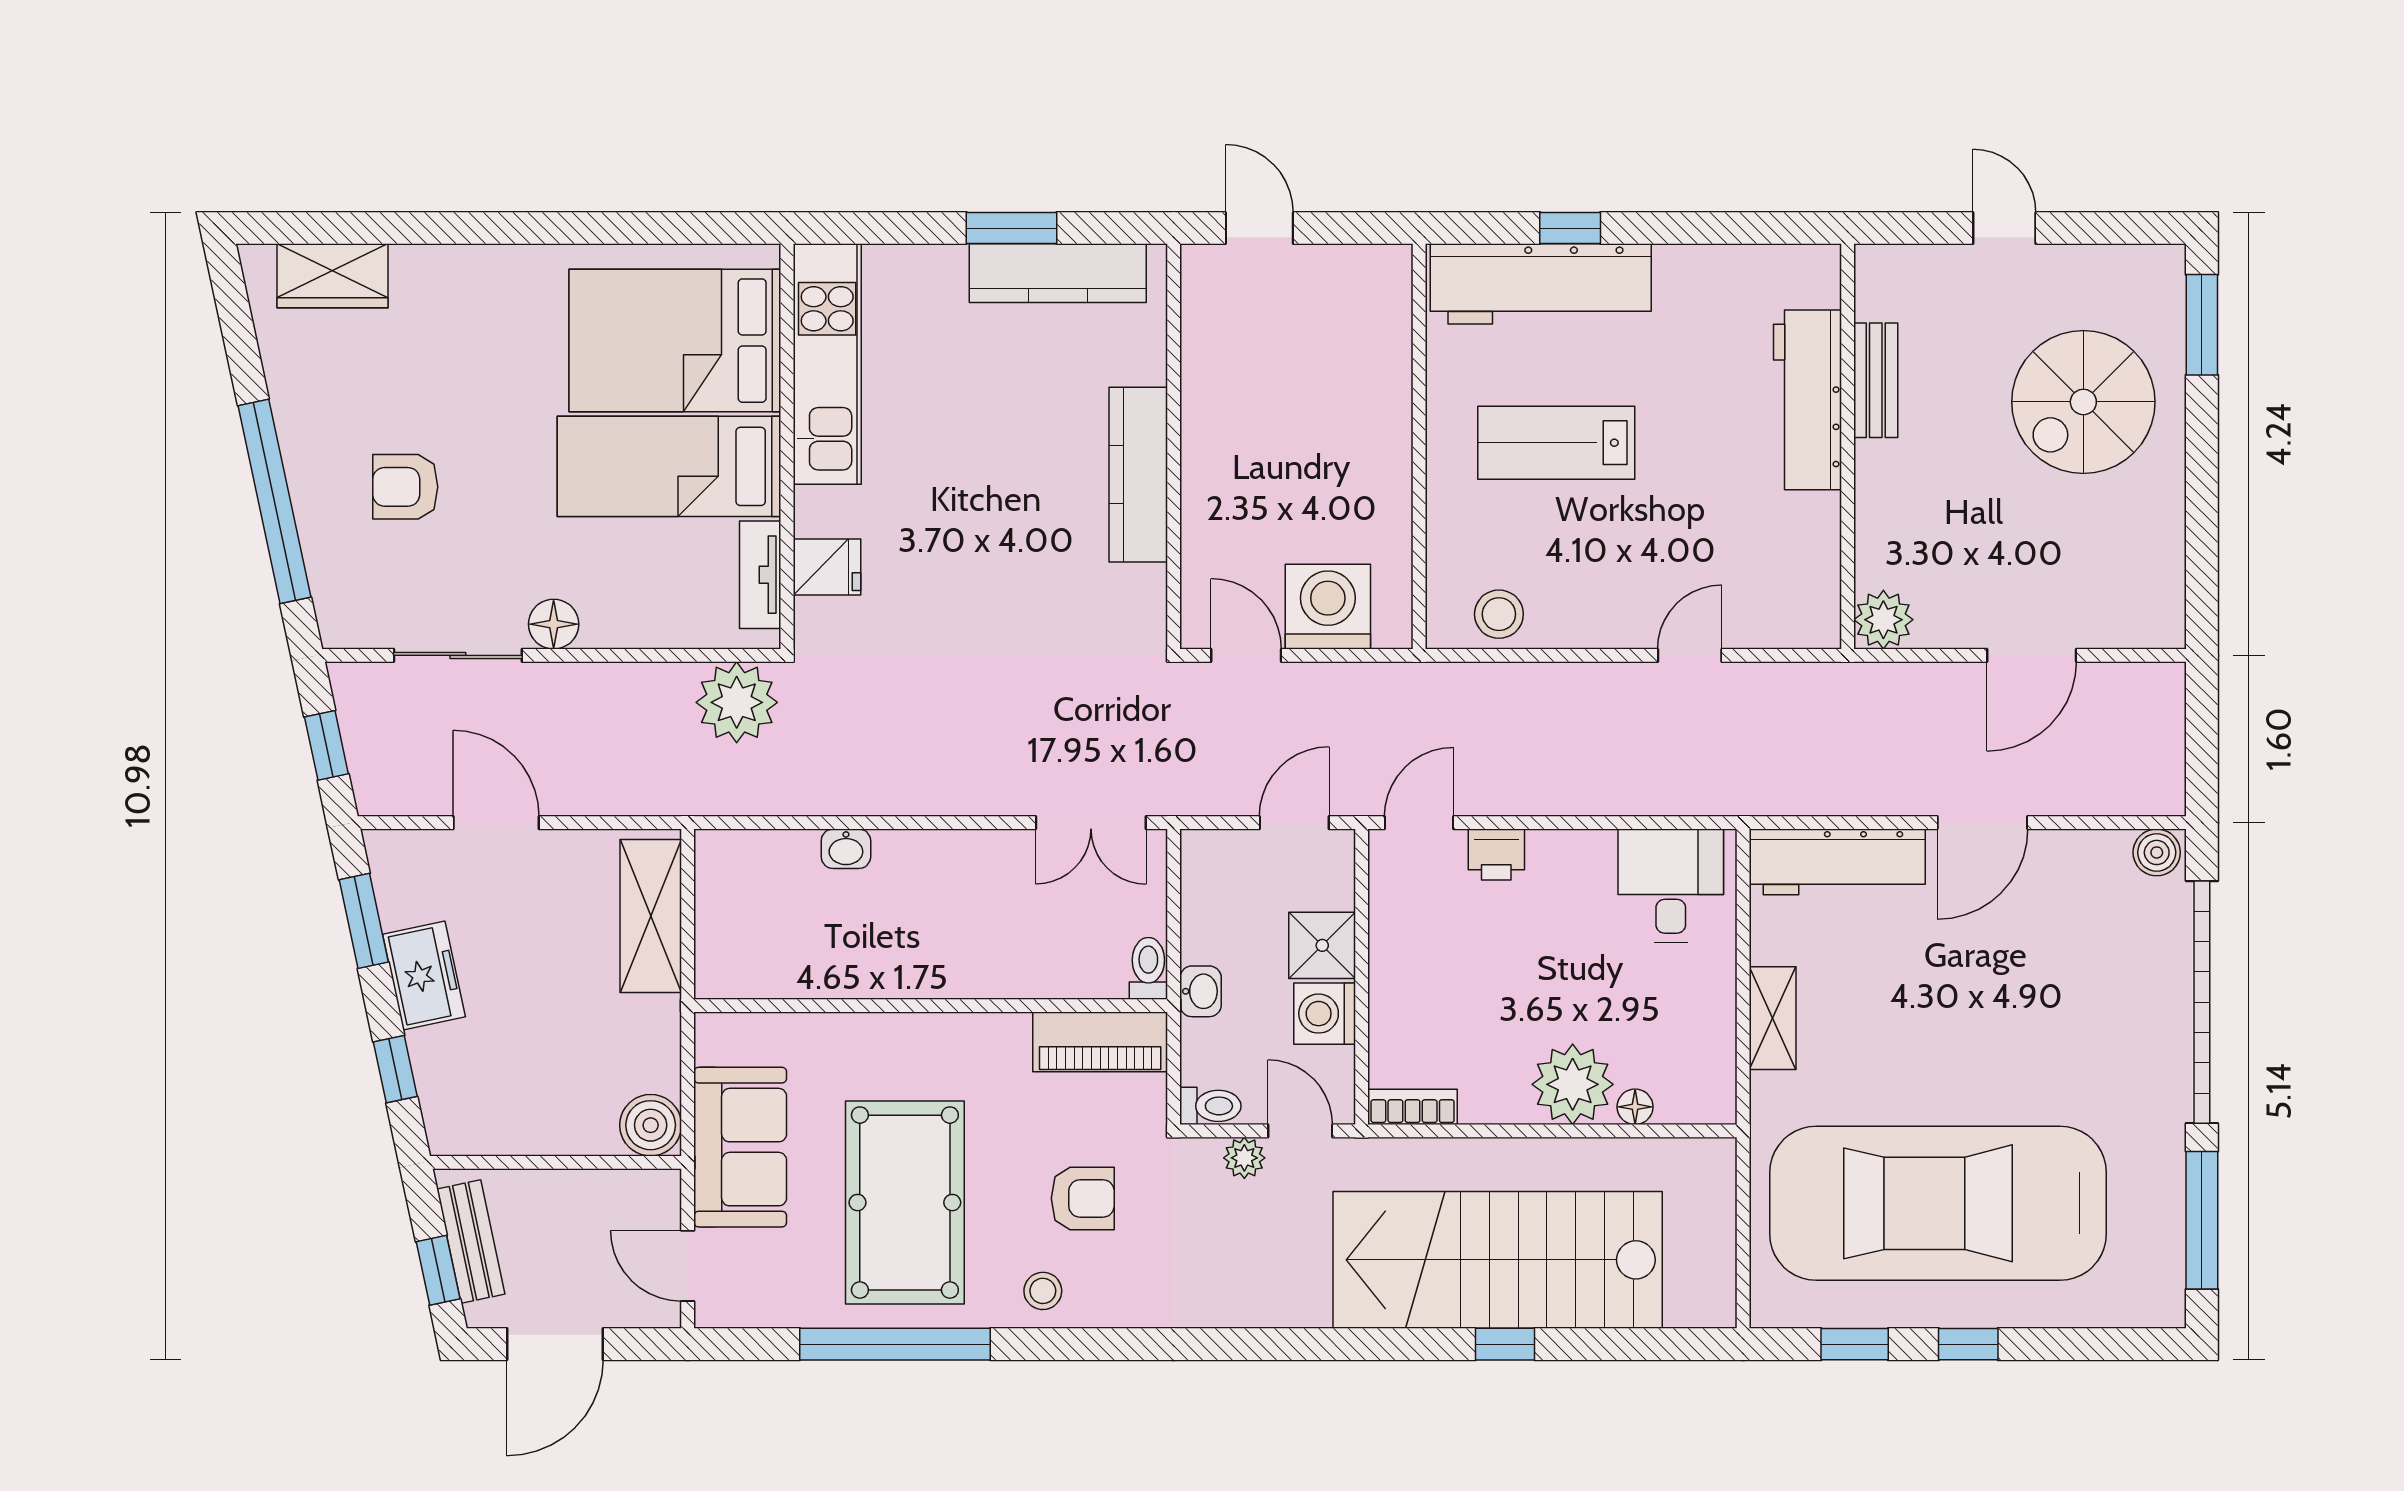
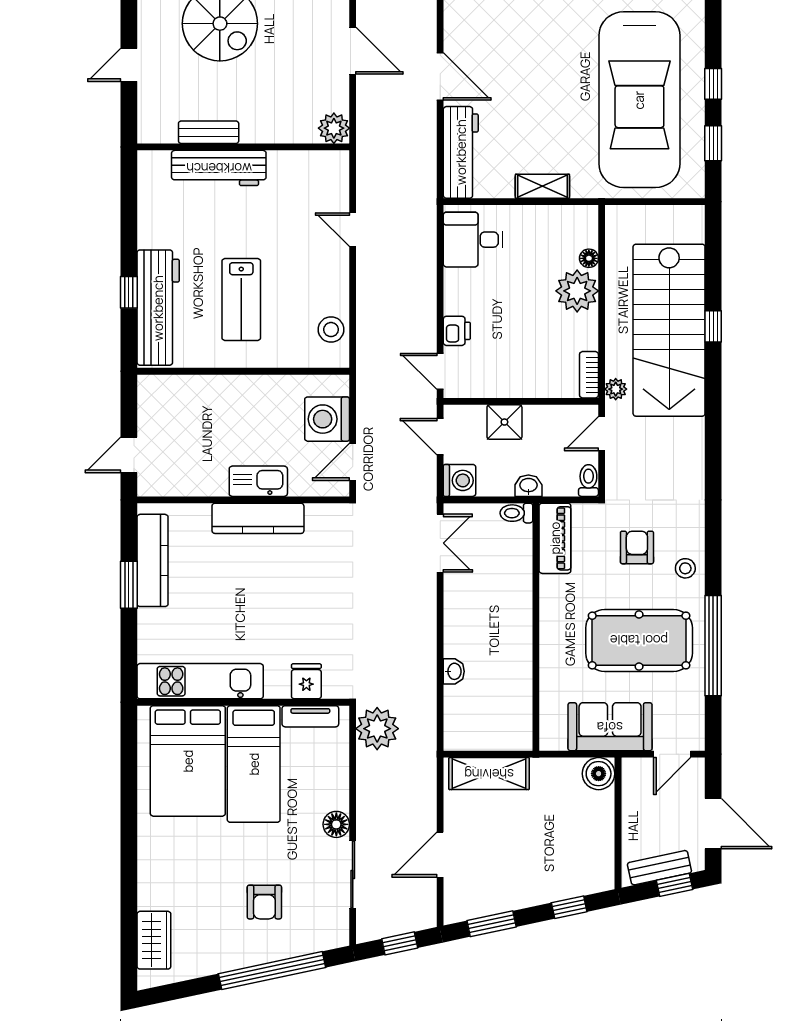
kitchen sink: (1209, 475) -> (258, 481), added
freezer: (424, 976) -> (520, 892), removed
washing machine: (1325, 1014) -> (460, 480), moved, turned -90
plant: (1244, 1158) -> (616, 389), moved

